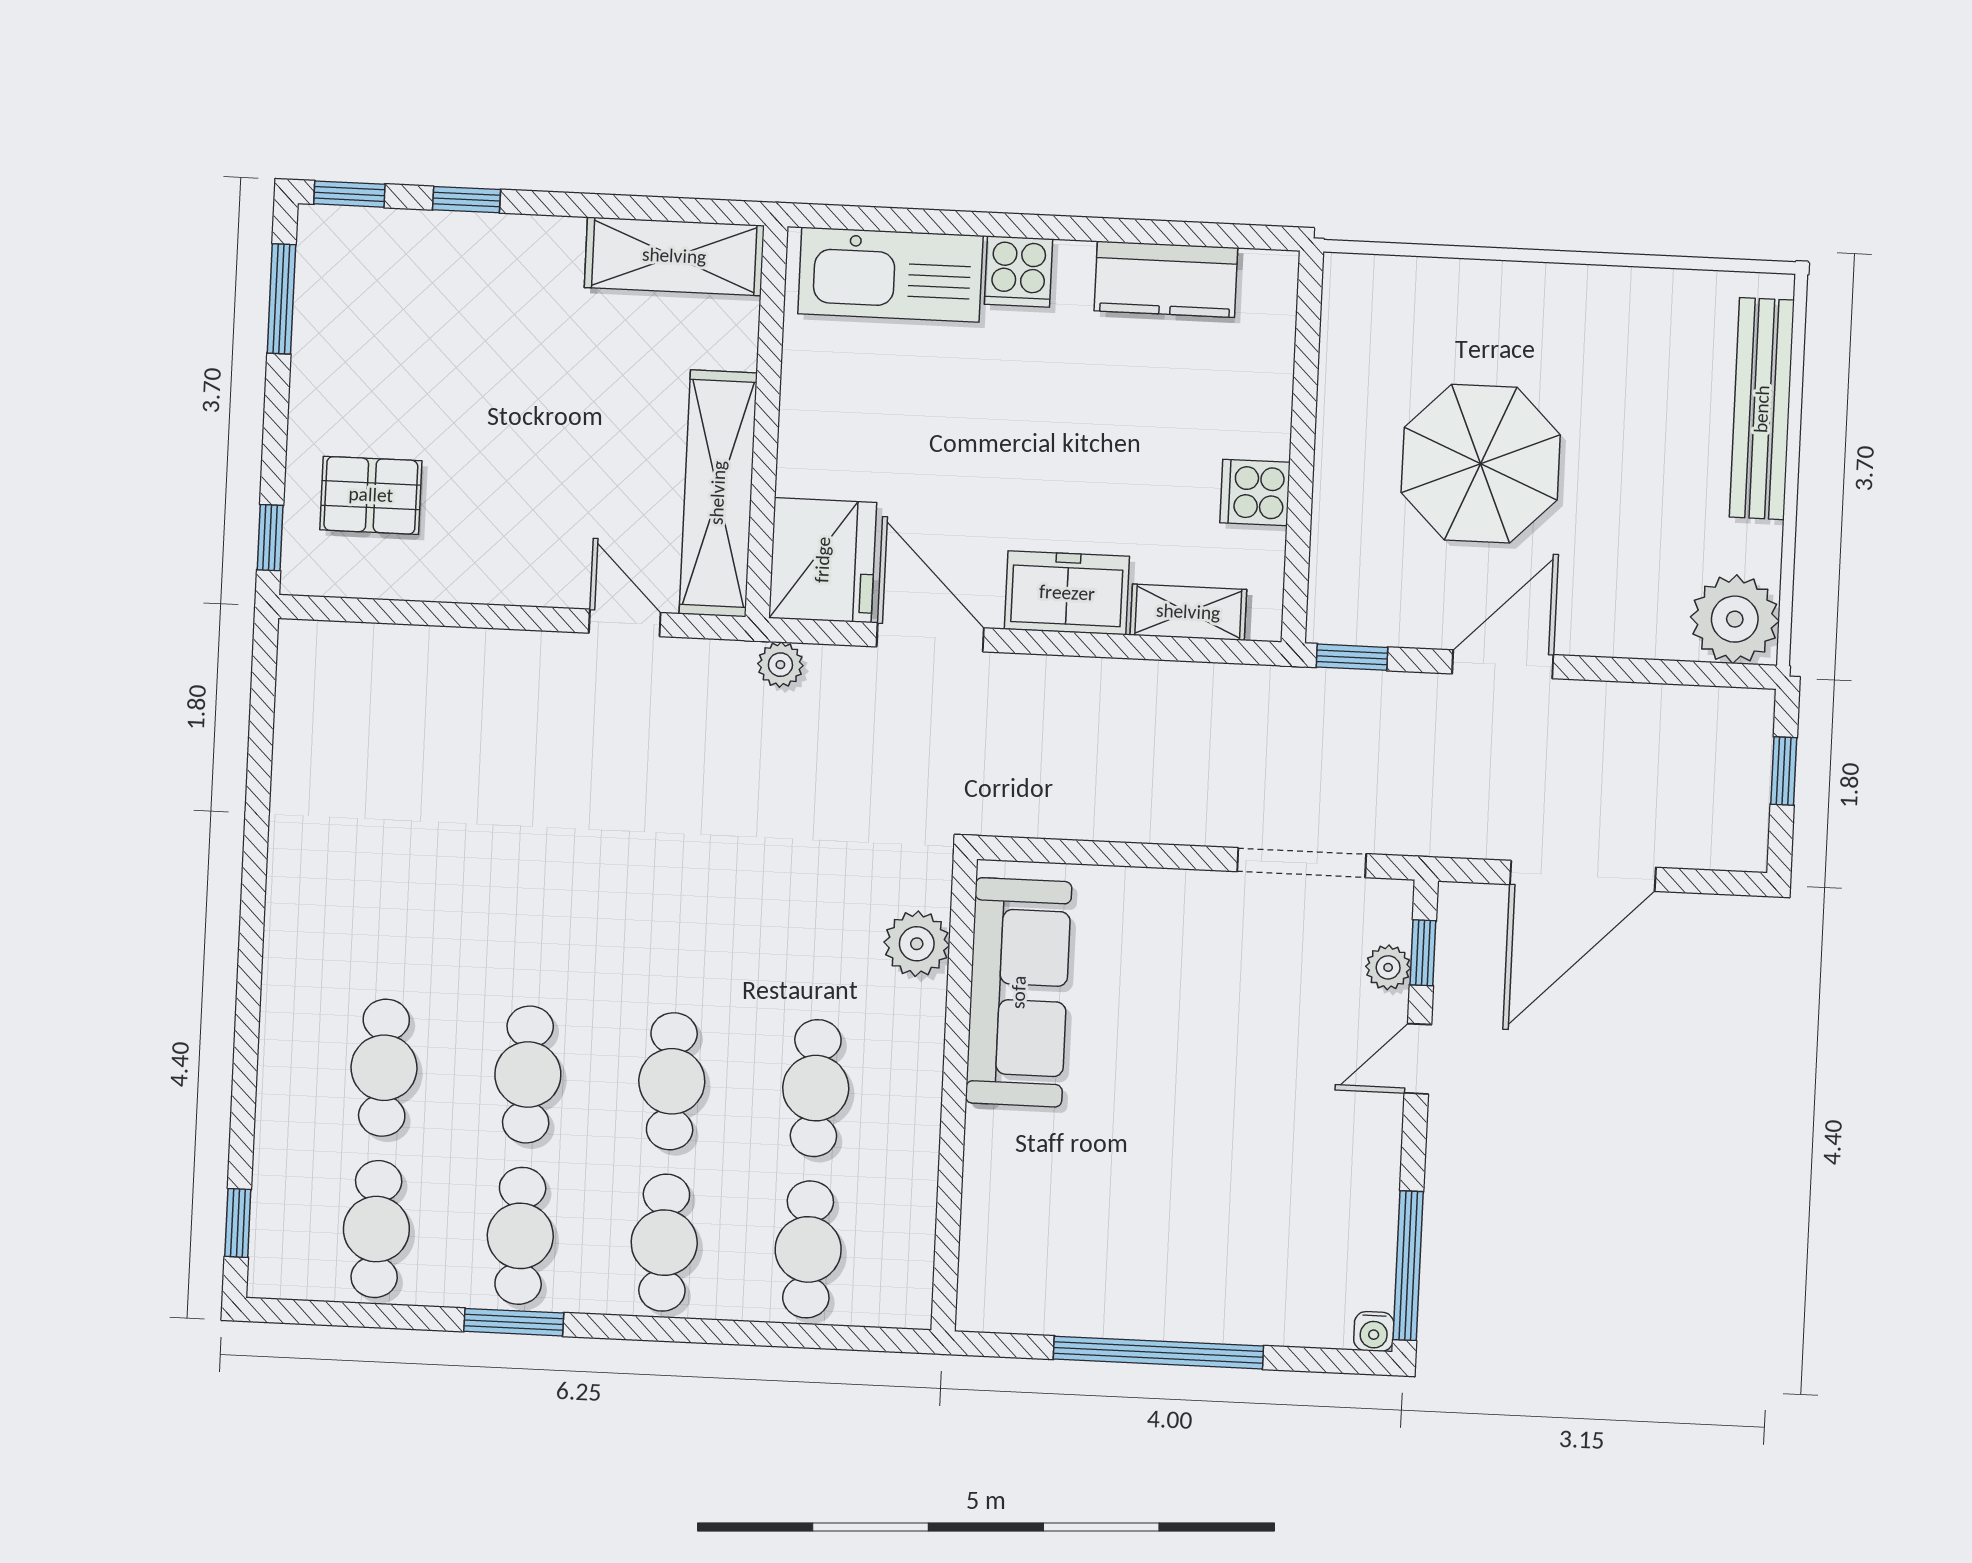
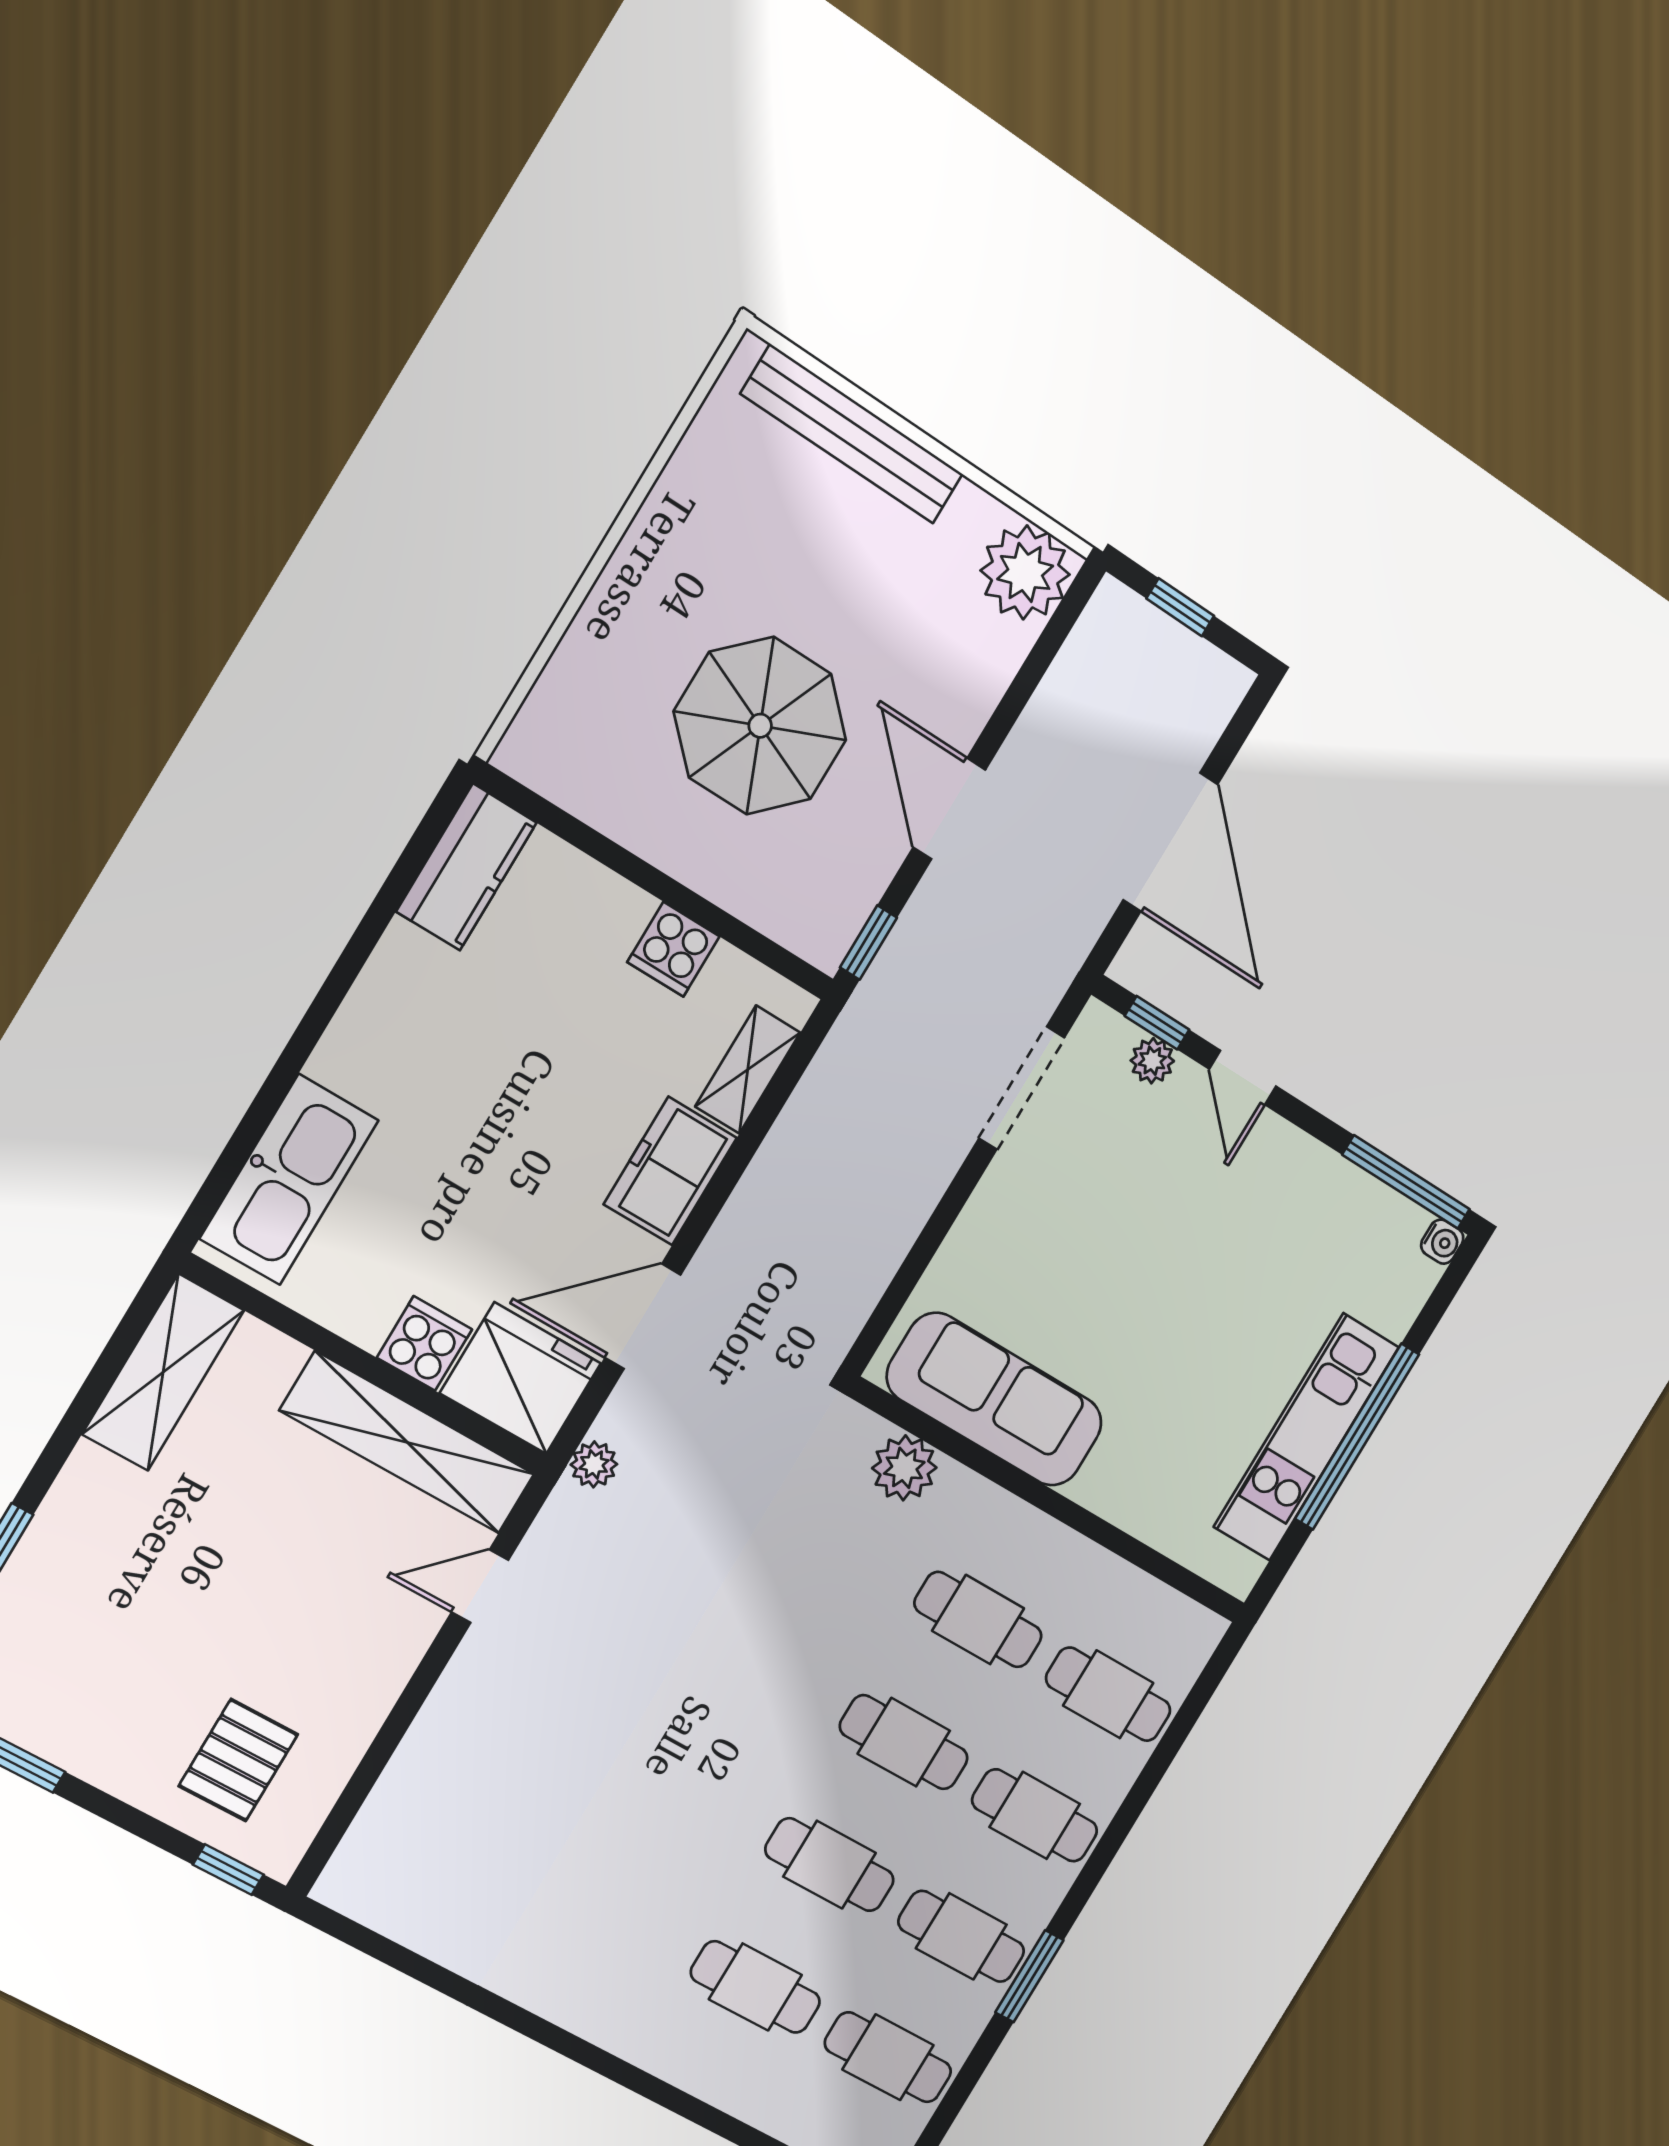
cooker: (1019, 272) -> (424, 1343), moved, turned -90
kitchen counter: (1166, 279) -> (466, 867), moved
kitchen unit: (1133, 1304) -> (1306, 1437), added

